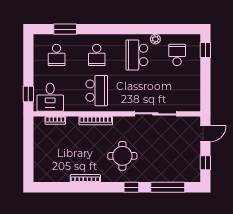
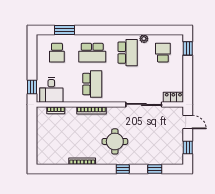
school desk: (97, 55) -> (92, 53), width x1.85
school desk: (137, 55) -> (128, 53), turned 180
locker: (189, 106) -> (173, 97), added
door: (205, 134) -> (188, 122), hinge flipped
window: (168, 187) -> (155, 169), width x0.46

